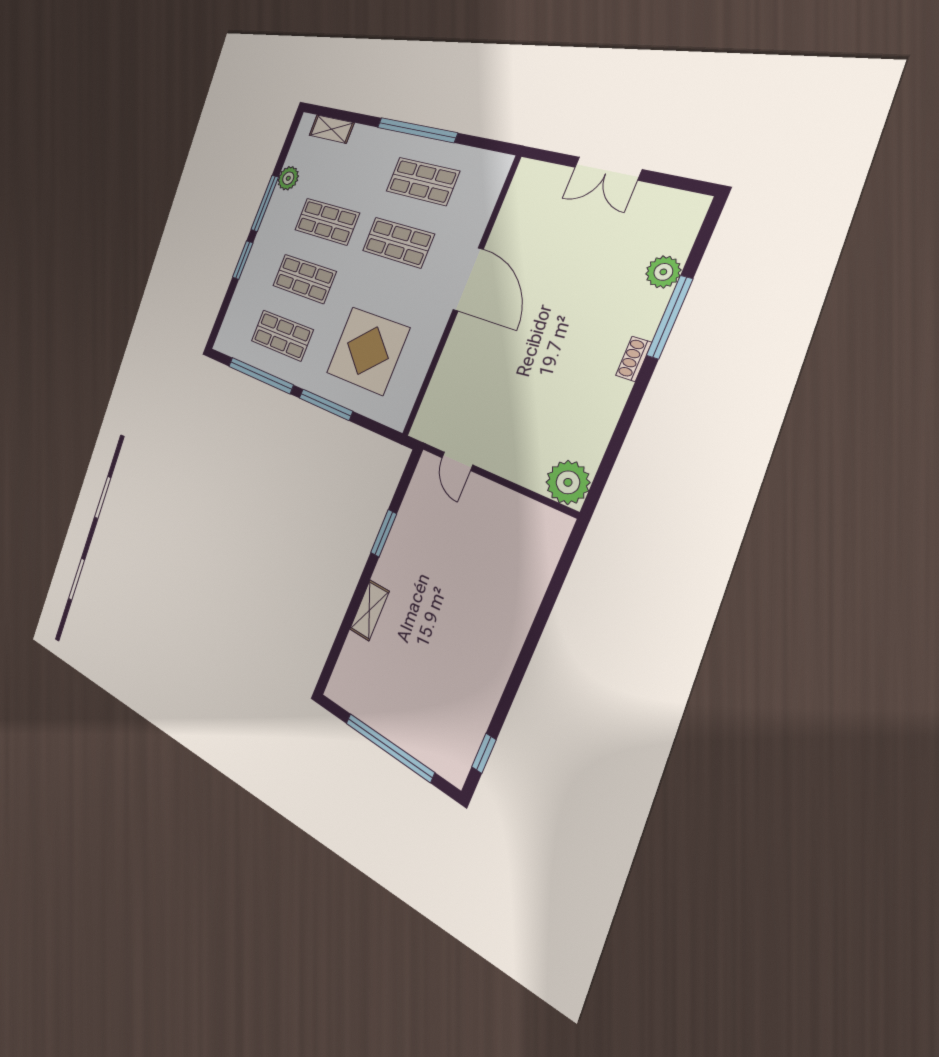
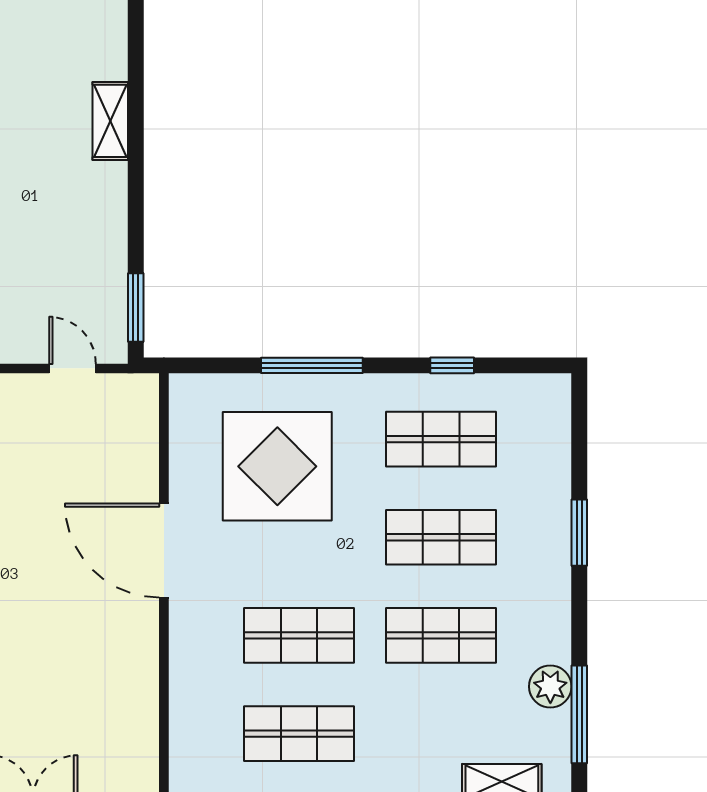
window: (265, 203) -> (579, 714), moved
door: (468, 280) -> (164, 550), moved
window: (260, 375) -> (452, 365), width x0.32
window: (384, 533) -> (136, 307), moved

